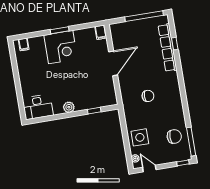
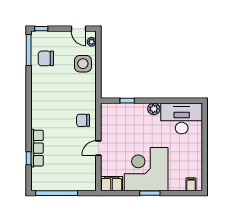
filing cabinet: (101, 32) -> (112, 184), width x2.00
corner desk: (61, 47) -> (146, 169), width x1.36, depth x1.36
row of seats: (168, 48) -> (37, 148), width x0.73
door: (113, 63) -> (98, 148), width x0.53
chair: (148, 96) -> (83, 120), moved
desk: (38, 107) -> (182, 118), width x1.36, depth x1.30

